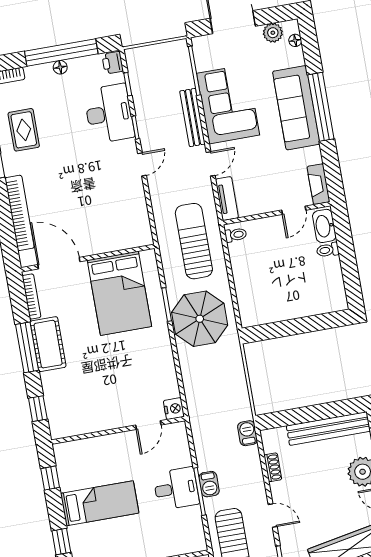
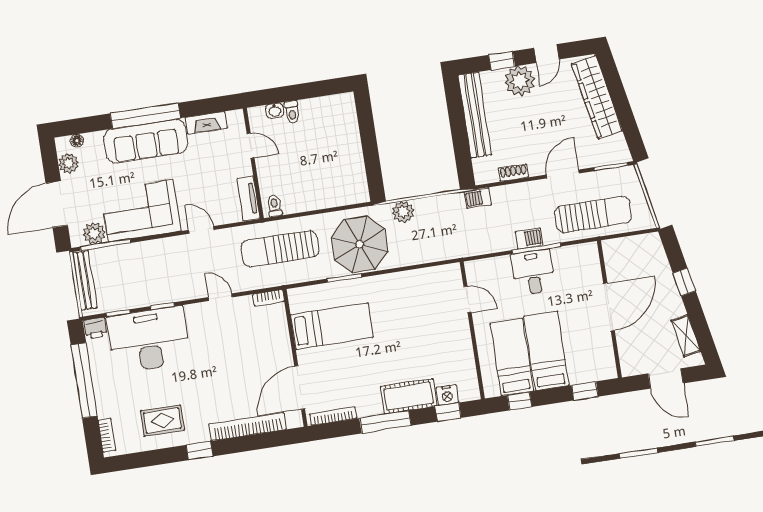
plant: (205, 59) -> (94, 233), added
floor lamp: (60, 67) -> (99, 382), removed
desk: (109, 114) -> (149, 340), width x1.36, depth x1.30
bench: (192, 118) -> (85, 280), moved, turned 90
door: (142, 164) -> (220, 297), moved
fireplace: (318, 184) -> (206, 123), moved
tv unit: (227, 199) -> (248, 199), moved, turned -90
washbasin: (324, 226) -> (275, 111), width x0.52, depth x0.69
bookcase: (146, 231) -> (269, 298), added
bed: (119, 293) -> (332, 326), width x0.67
cot: (48, 344) -> (409, 396), moved
plant: (232, 360) -> (403, 212), added
nightstand: (174, 409) -> (447, 395), moved, turned 180
bed: (93, 470) -> (512, 357), added
door: (273, 516) -> (563, 174), width x1.38

